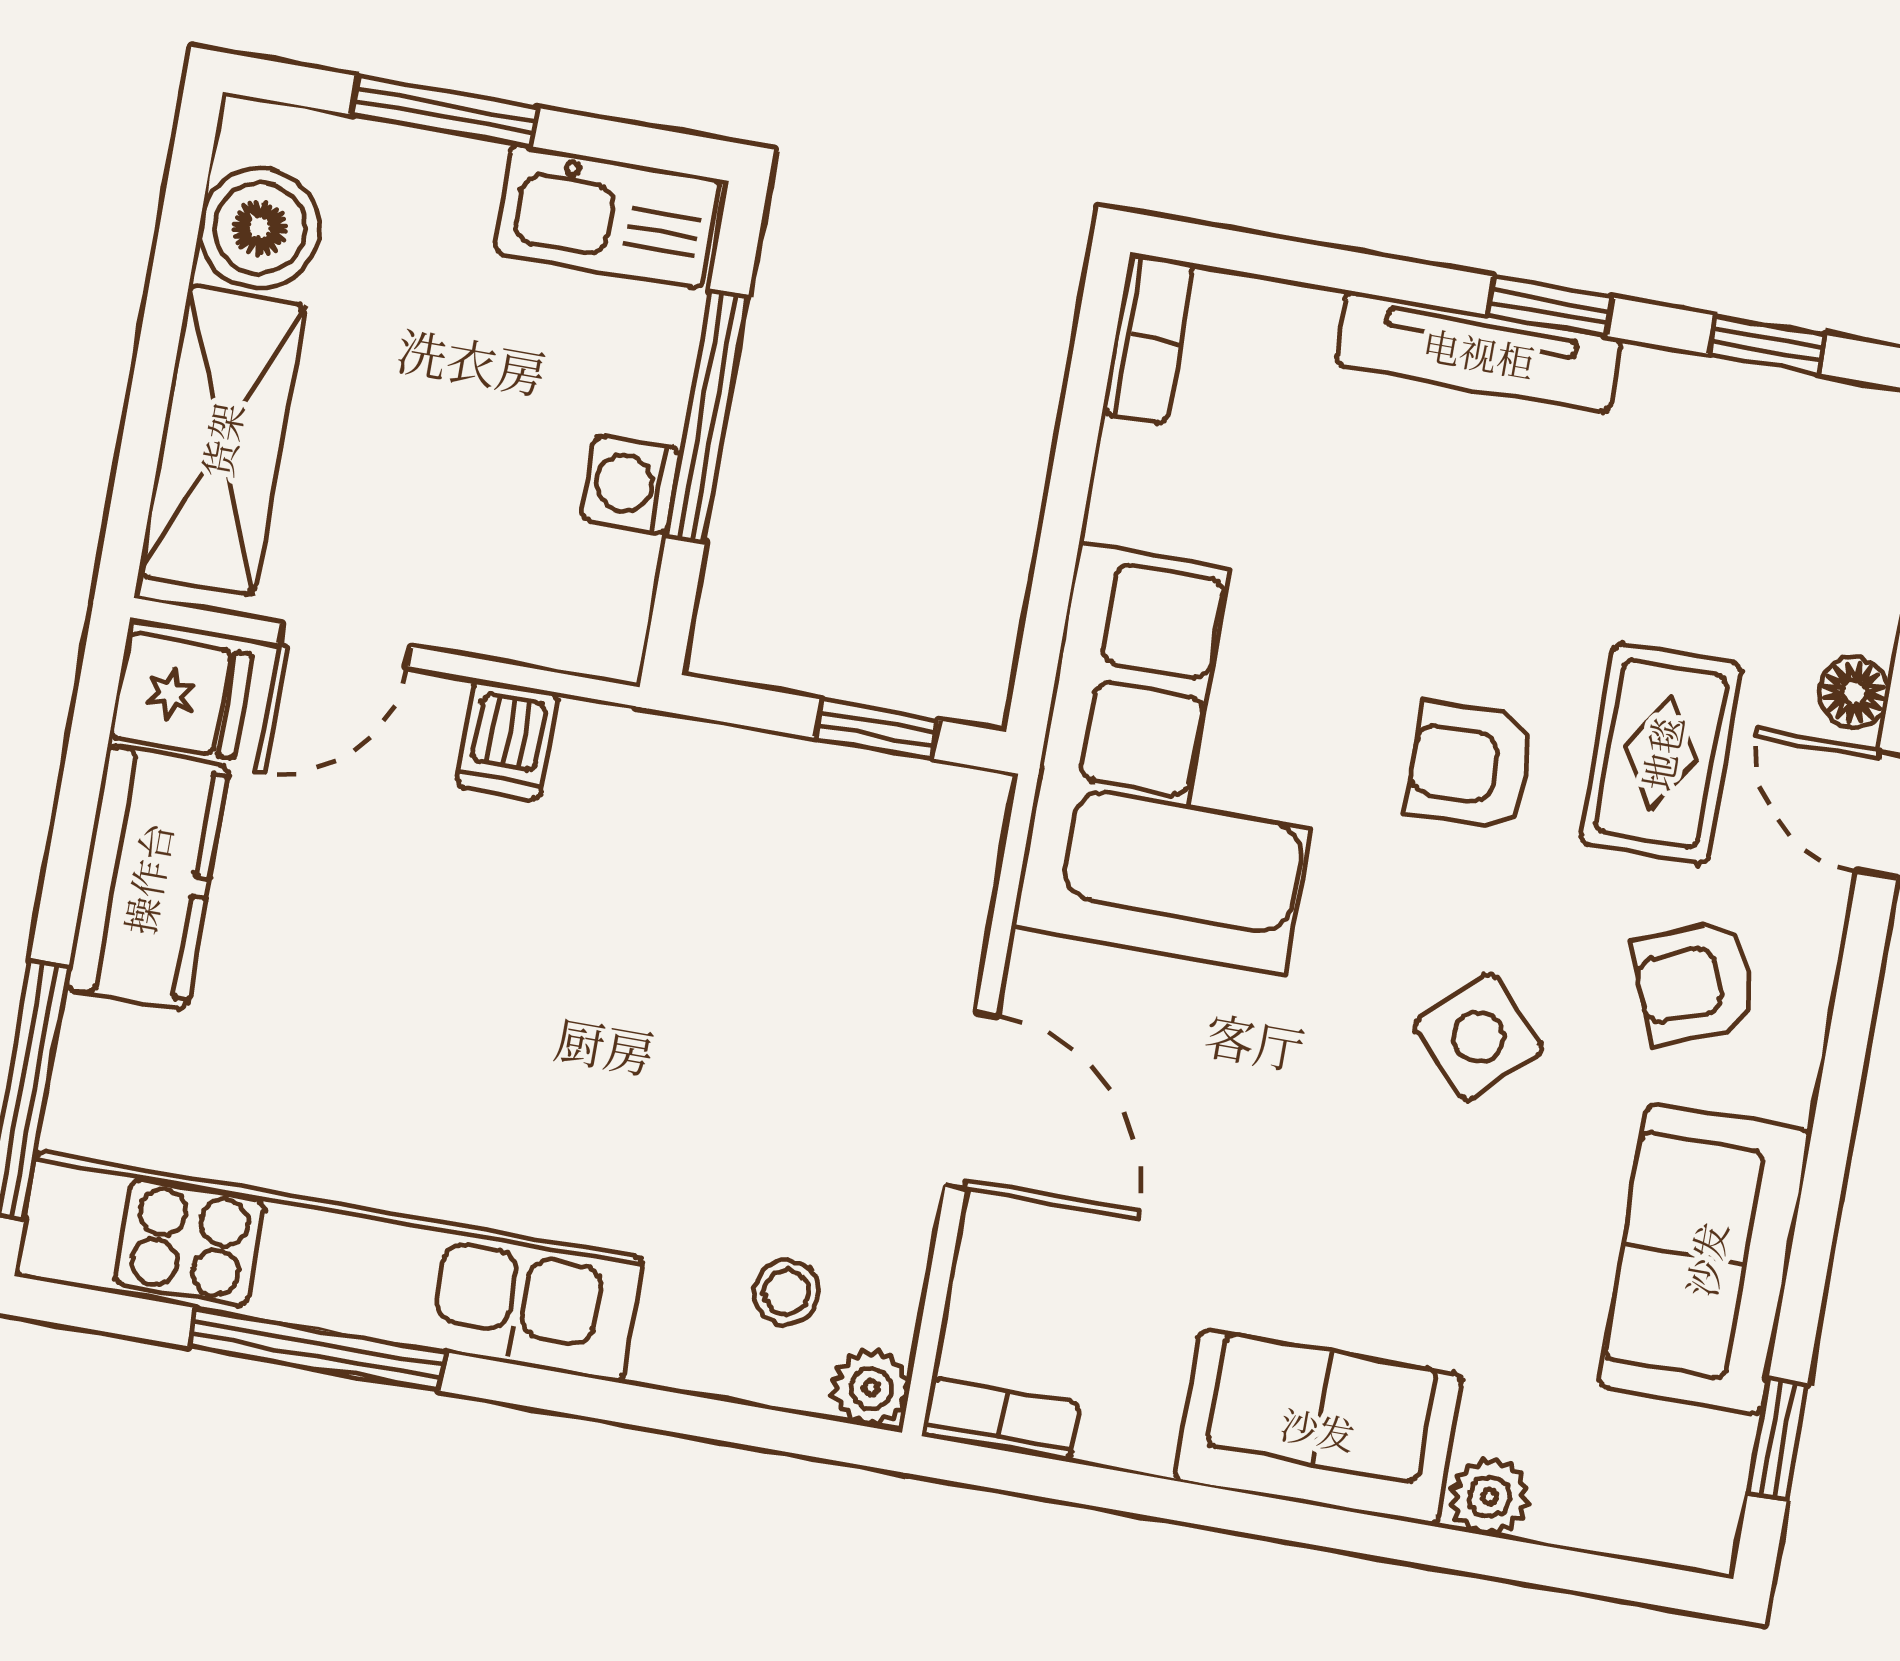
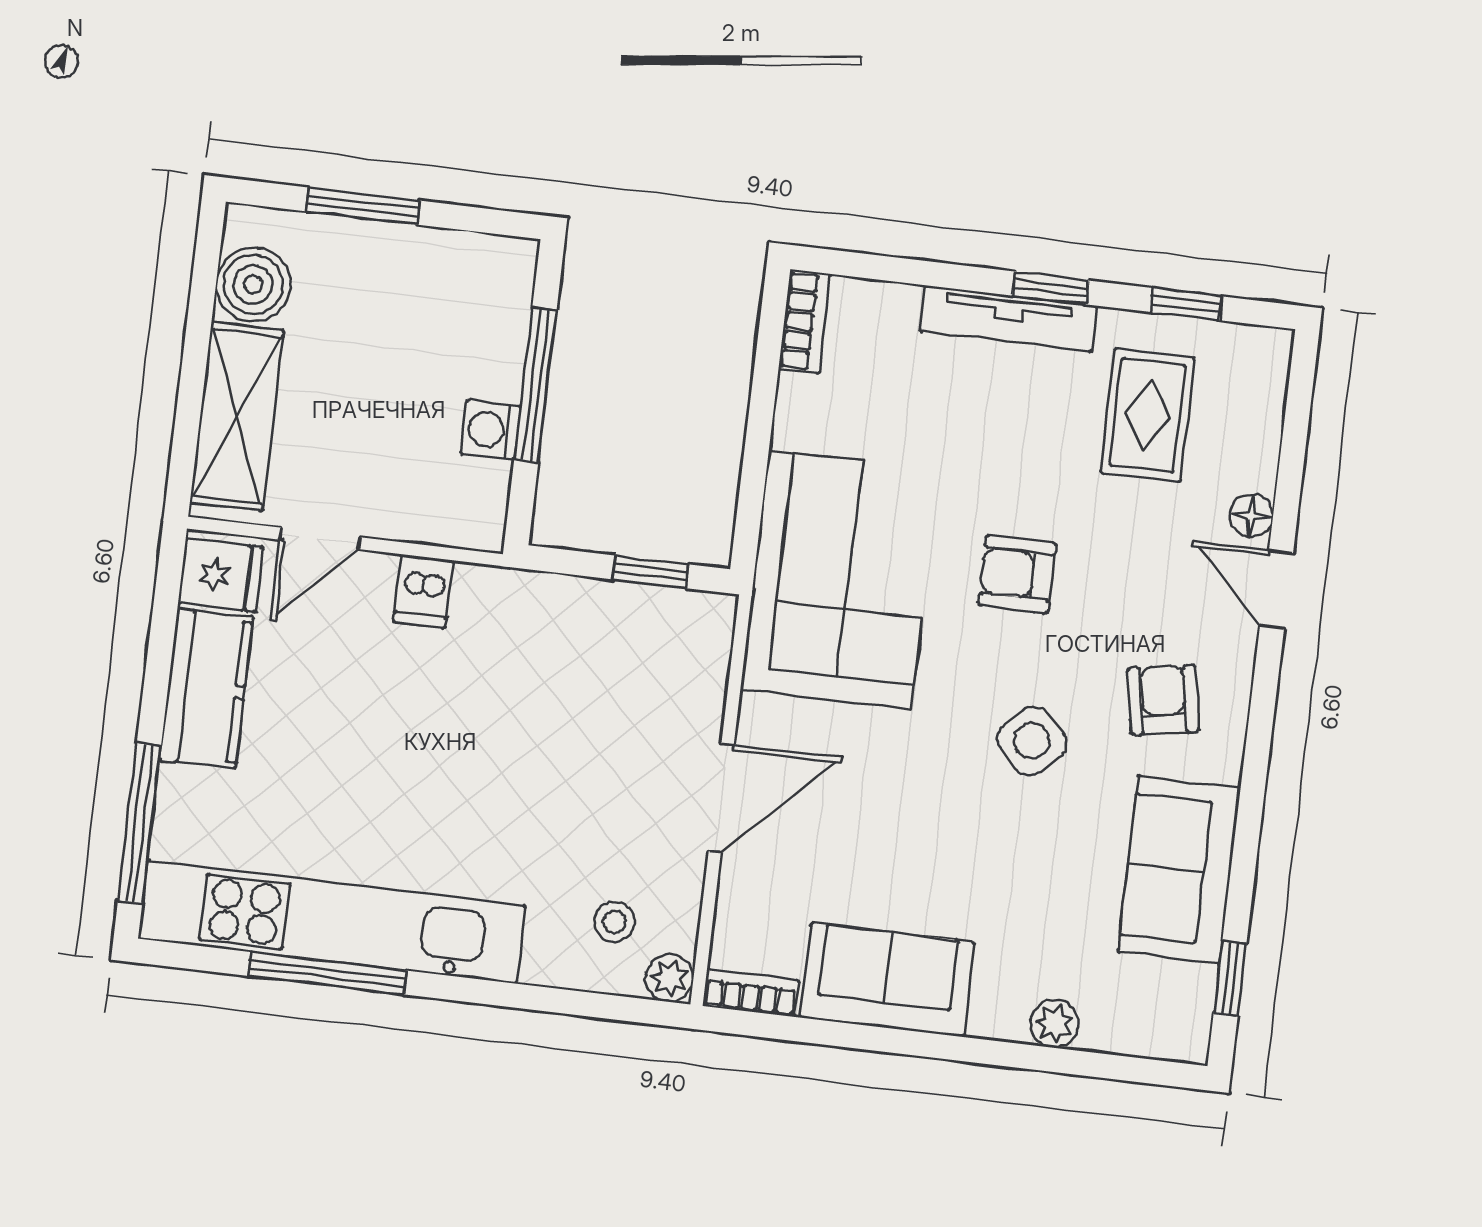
kitchen sink: (607, 216) -> (467, 265), removed
rug: (1661, 753) -> (1148, 415), moved
armchair: (1695, 983) -> (1163, 700), turned 102
door: (971, 1101) -> (721, 798), hinge flipped
sofa: (1318, 1428) -> (887, 980), moved

